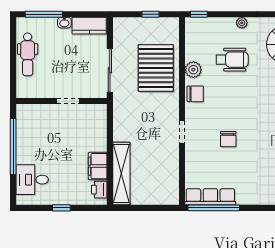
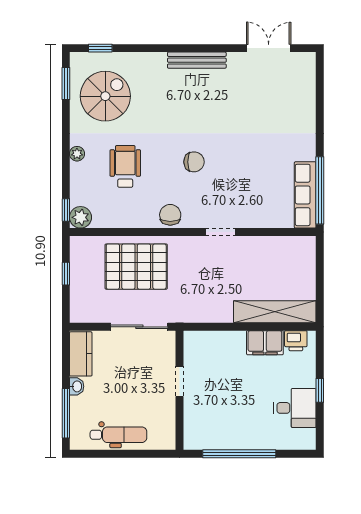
plant: (193, 70) -> (81, 217), moved
chair: (228, 139) -> (194, 162), moved
desk: (32, 180) -> (295, 408), moved, turned -90

